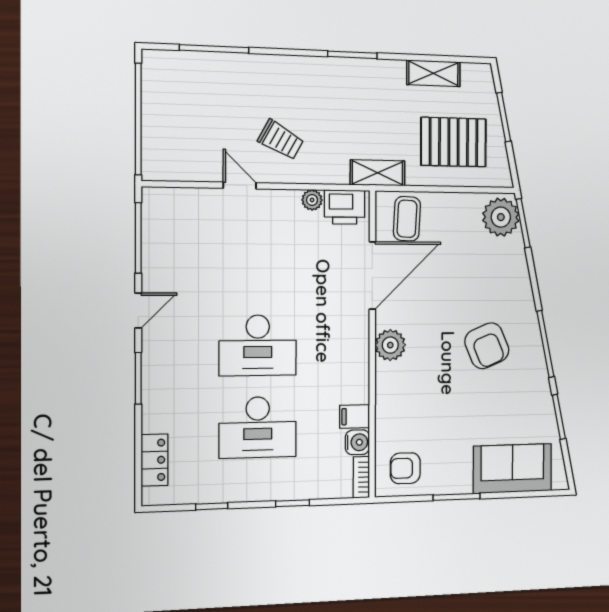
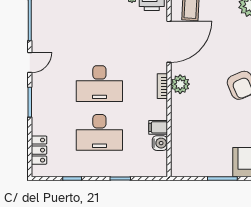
armchair: (405, 468) -> (190, 160), removed
bookcase: (361, 477) -> (162, 86), moved

